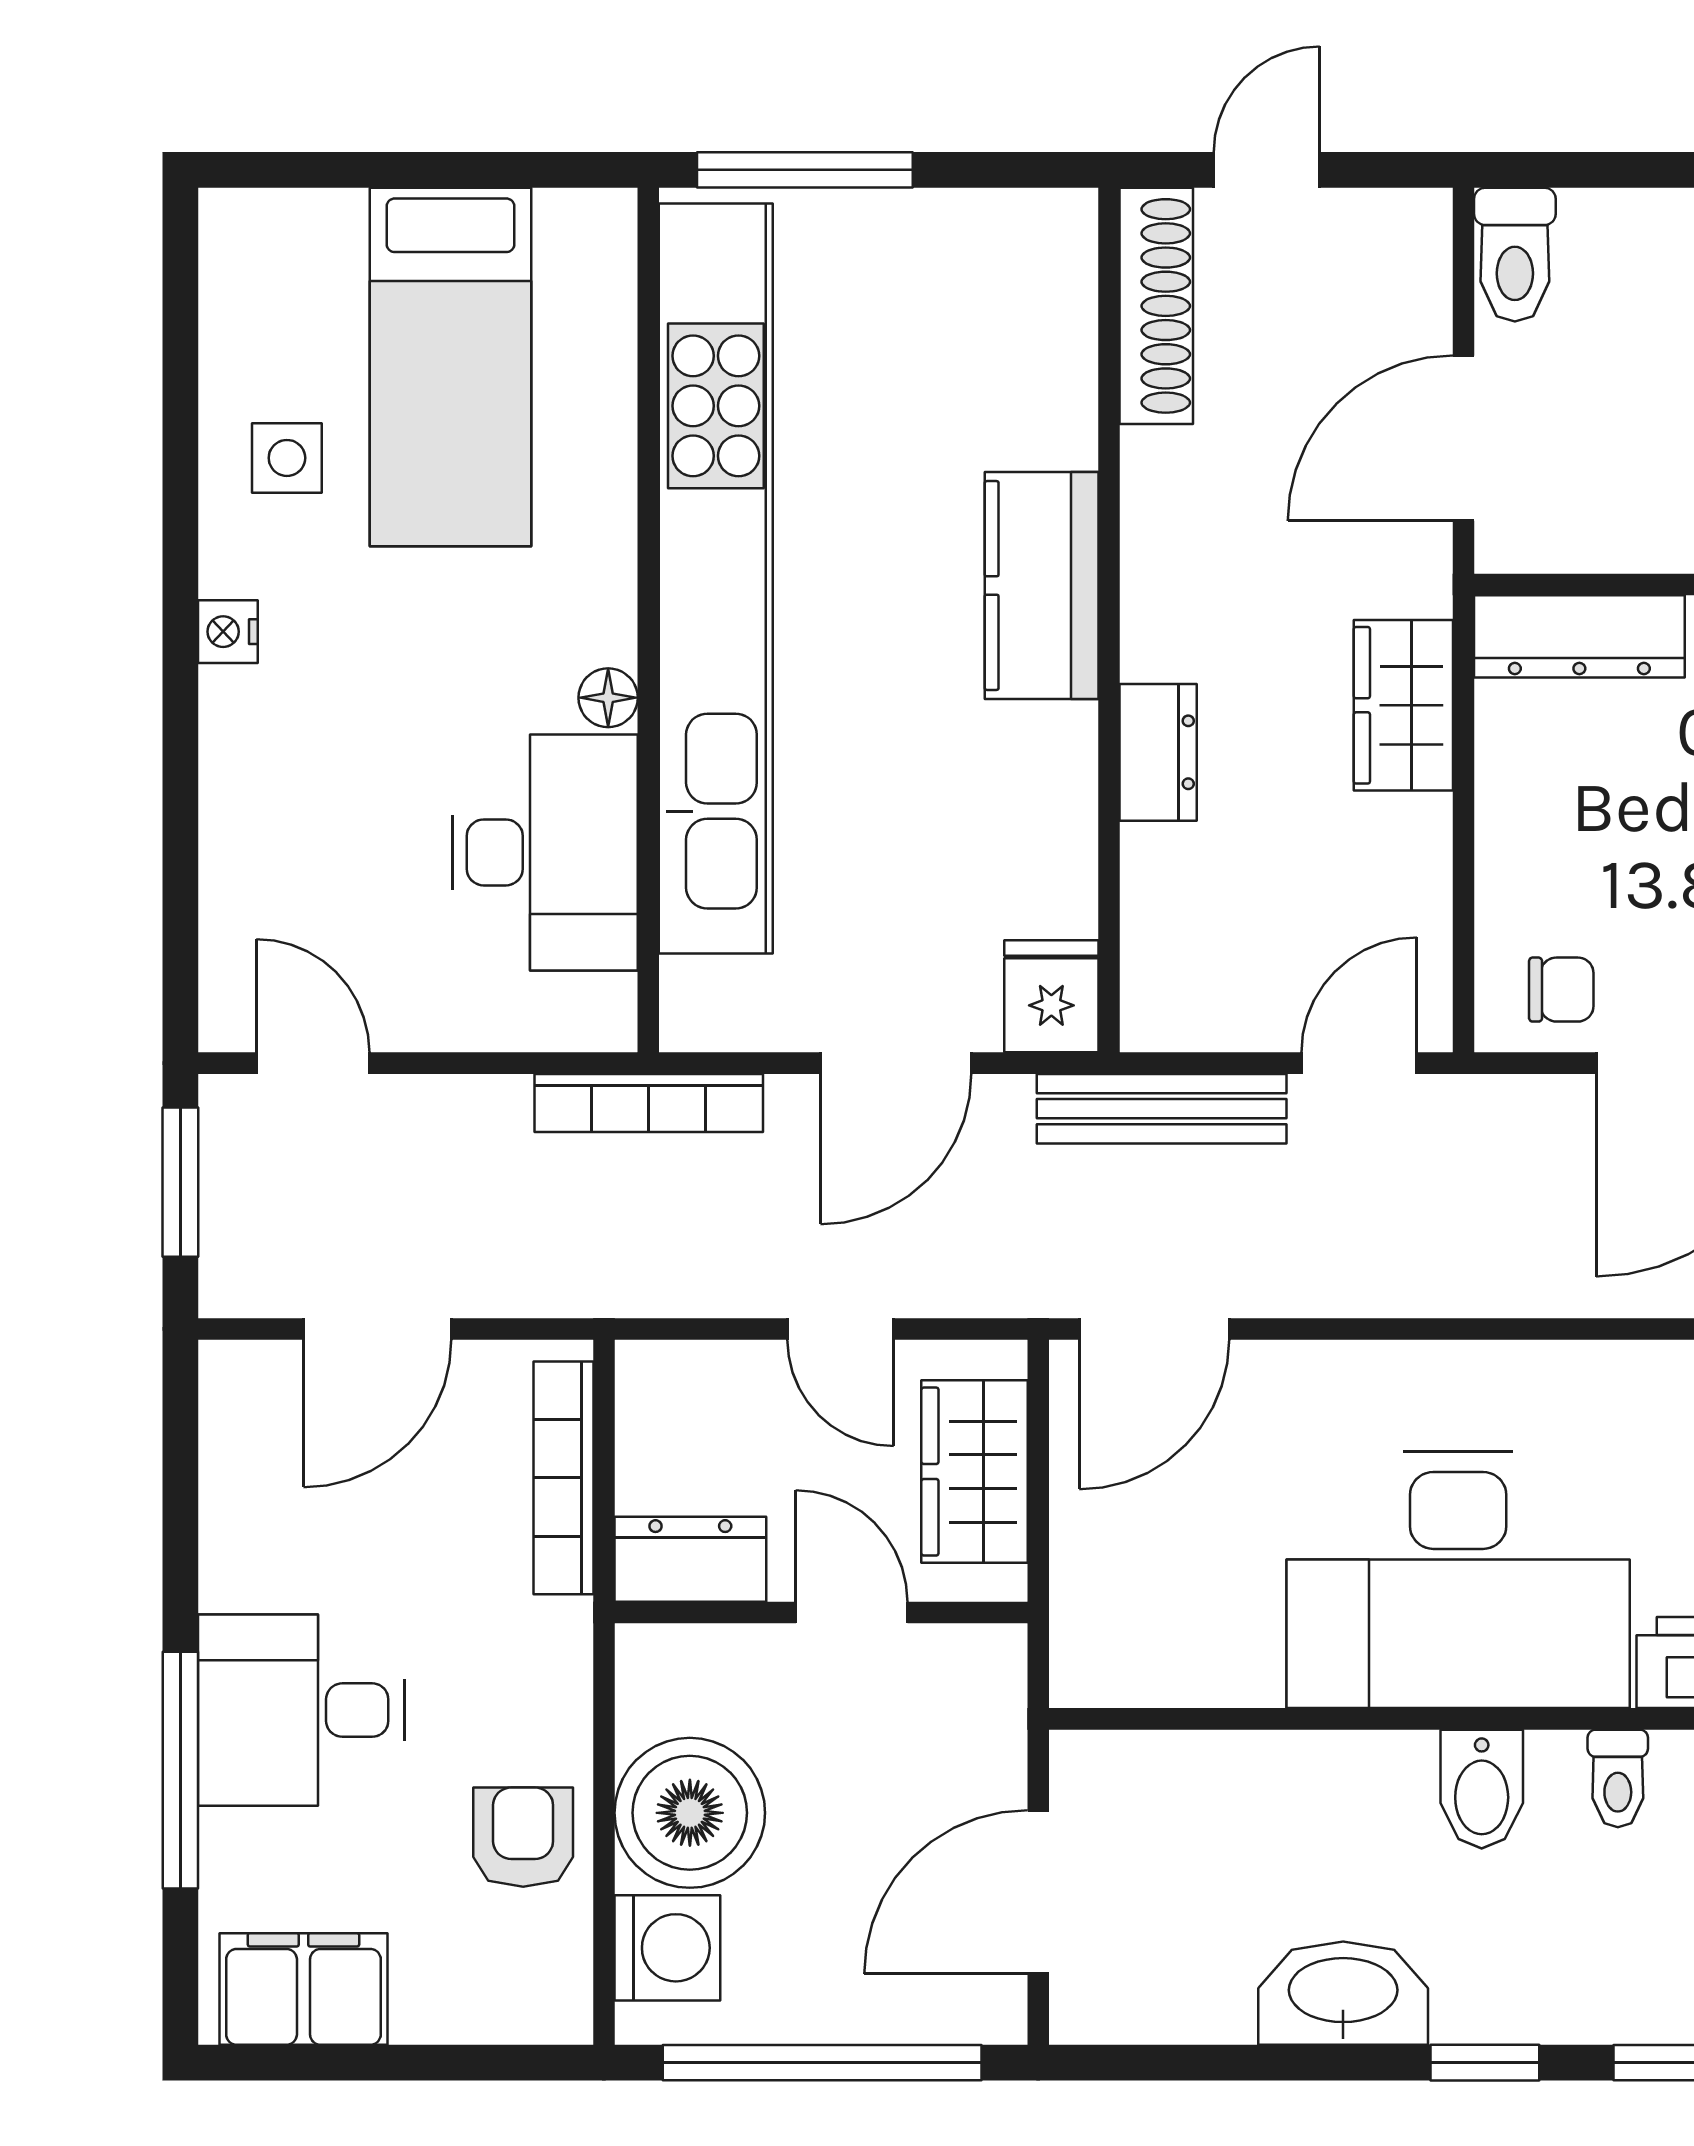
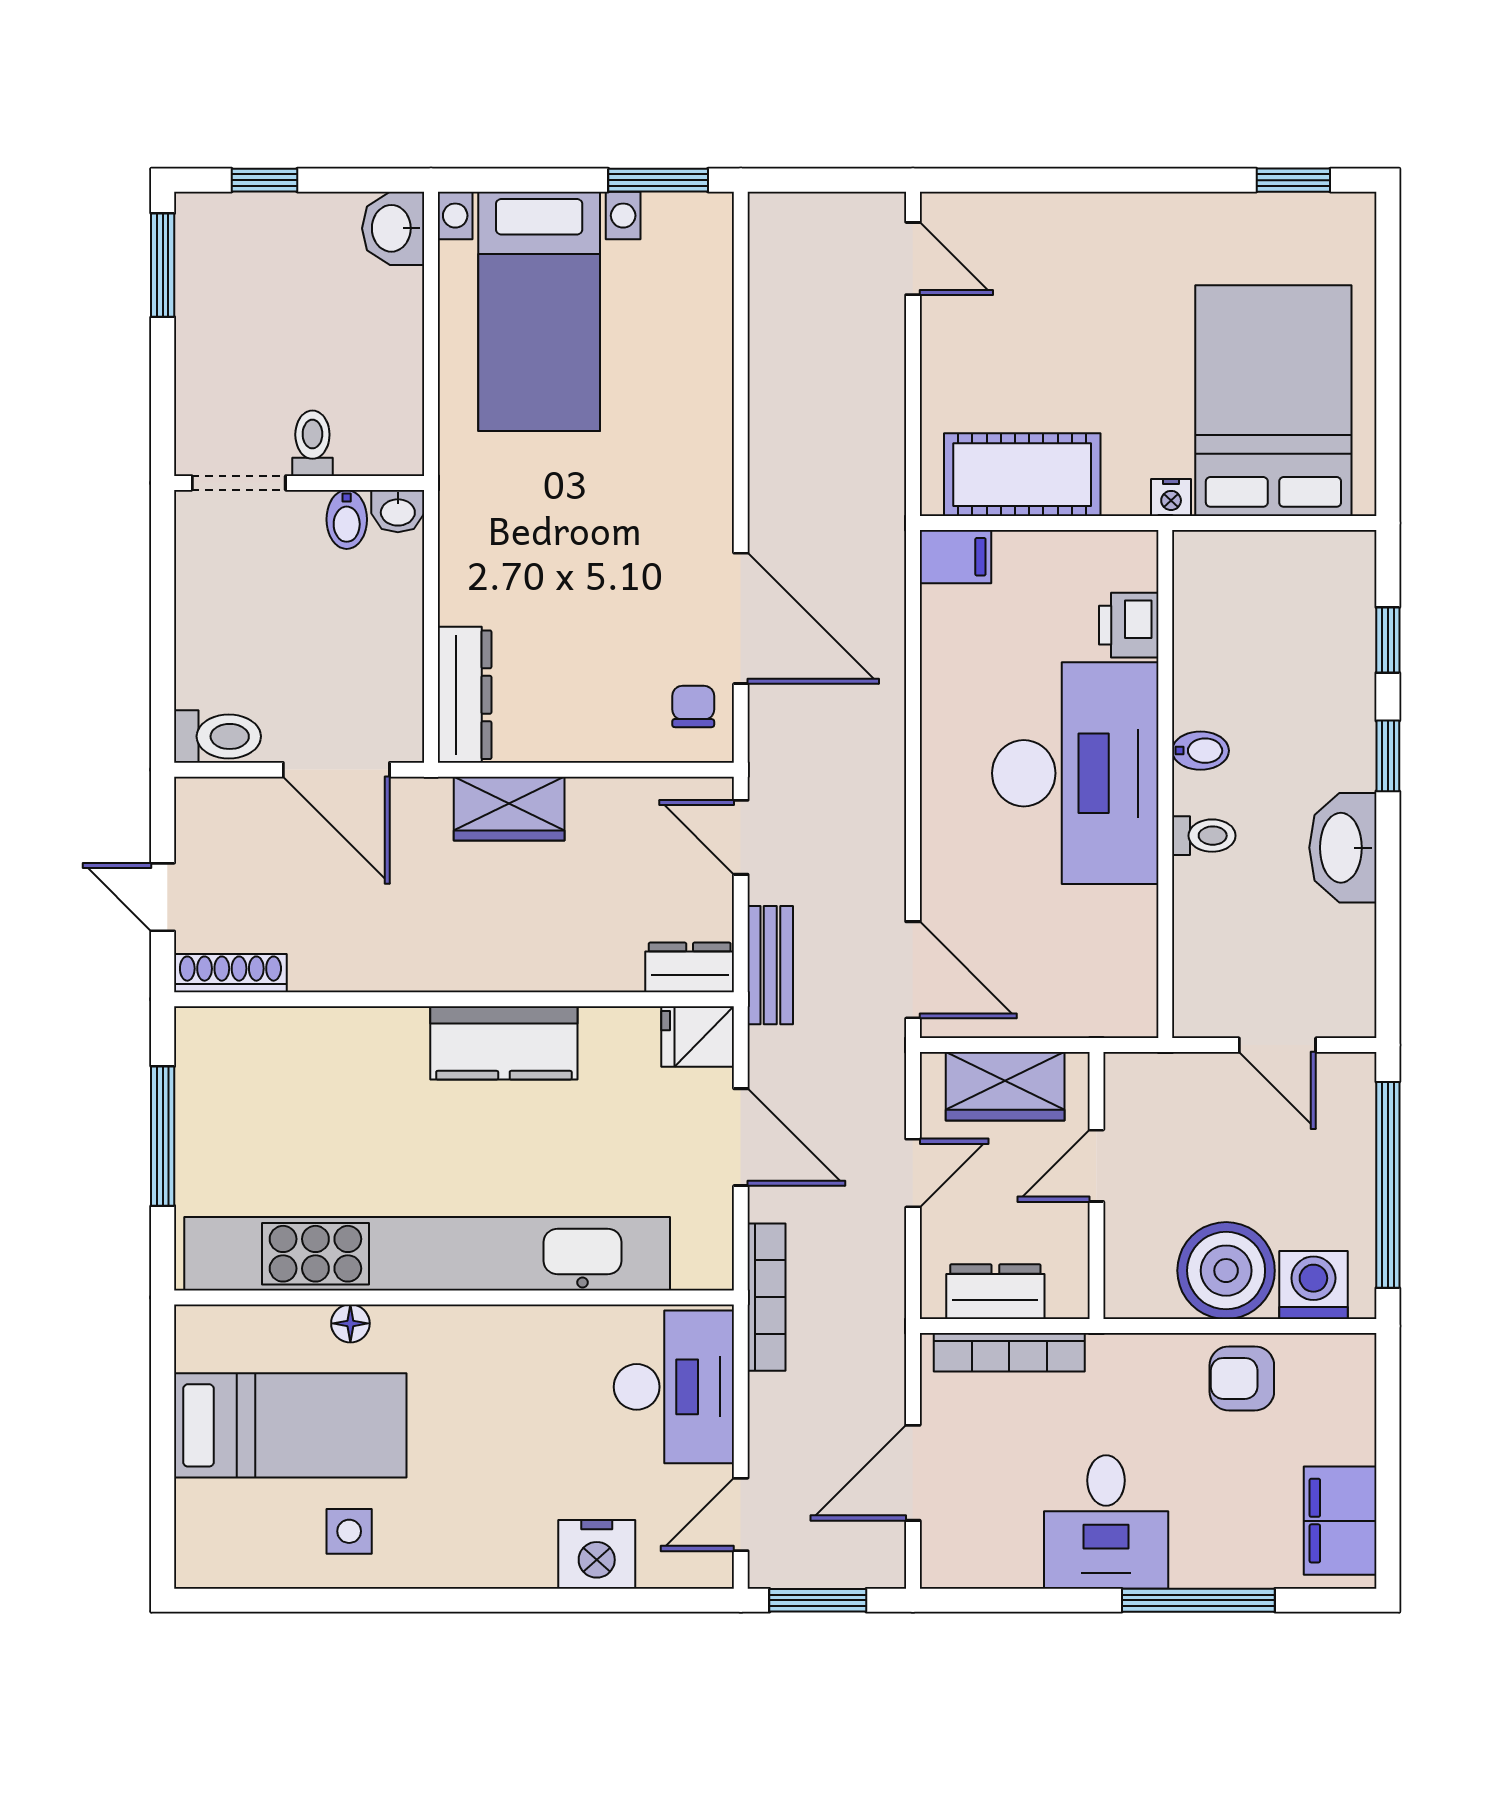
window: (805, 170) -> (163, 1136), moved
shoe rack: (1156, 306) -> (230, 973), width x0.74, depth x0.81
kitchen counter: (1042, 585) -> (504, 1043), moved
nightstand: (228, 632) -> (597, 1554), moved, width x1.89, depth x1.79
floor lamp: (608, 698) -> (350, 1323), moved
dresser: (1158, 752) -> (690, 967), moved
desk: (545, 852) -> (674, 1387), moved, turned 90
bench: (1162, 1109) -> (770, 965), width x0.73
door: (377, 1329) -> (913, 1473), swing flipped
dresser: (690, 1559) -> (995, 1292), moved, turned 90
desk: (301, 1710) -> (1106, 1522), moved
toilet: (1618, 1778) -> (1204, 836), moved
bidet: (1482, 1789) -> (1200, 751), width x0.72, depth x0.74
door: (1038, 1892) -> (1277, 1045), width x0.73

